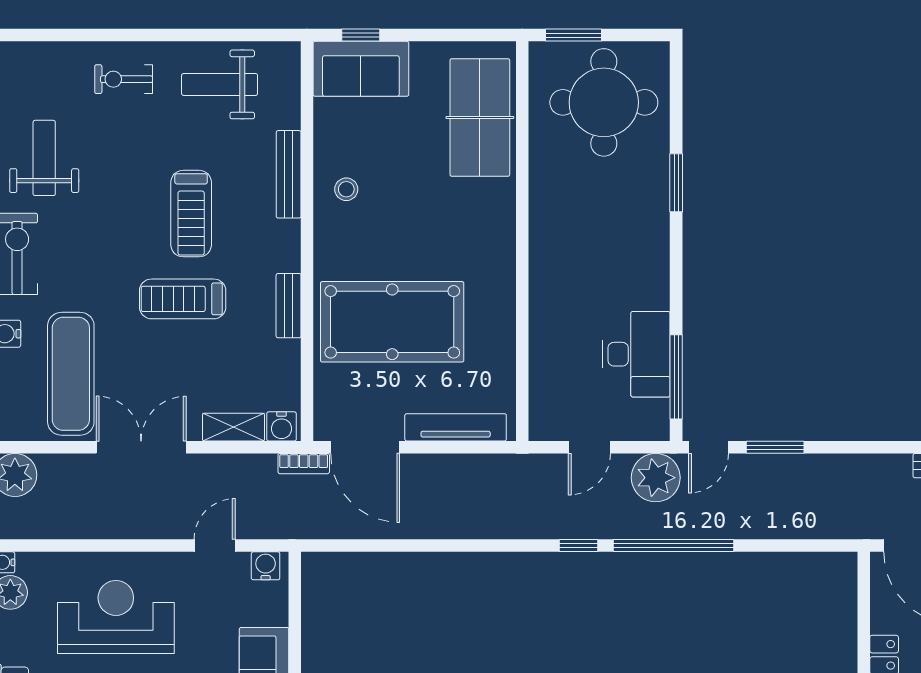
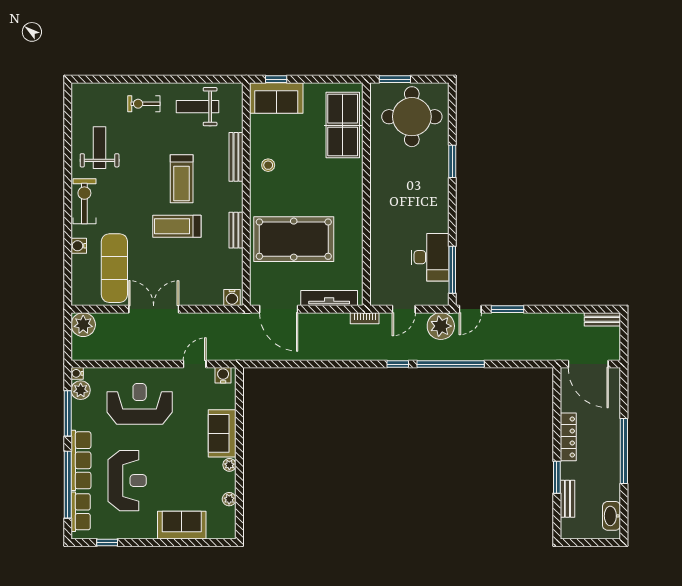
shelving: (233, 427) -> (205, 298), removed
bookcase: (304, 464) -> (365, 318), moved

